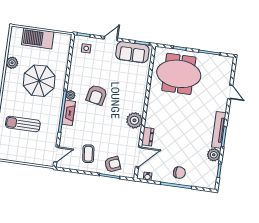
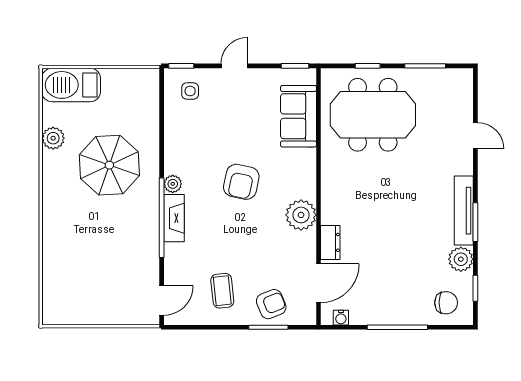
barbecue: (38, 38) -> (71, 85), moved
sofa: (132, 52) -> (298, 116), moved, turned 90
armchair: (97, 95) -> (241, 182), moved
sun lounger: (23, 124) -> (90, 252), removed
chair: (179, 173) -> (446, 303), moved

